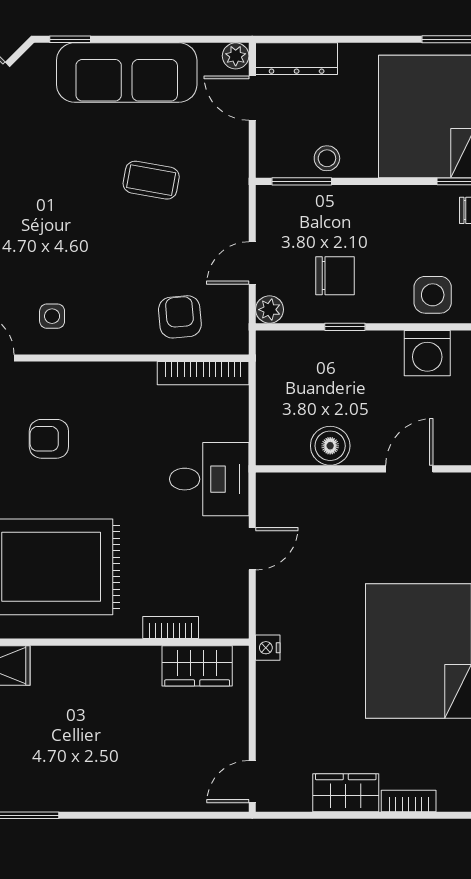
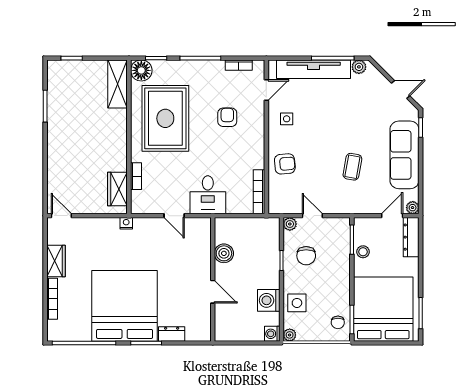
armchair: (180, 317) -> (285, 164), moved
bookcase: (409, 801) -> (52, 299), width x1.56

